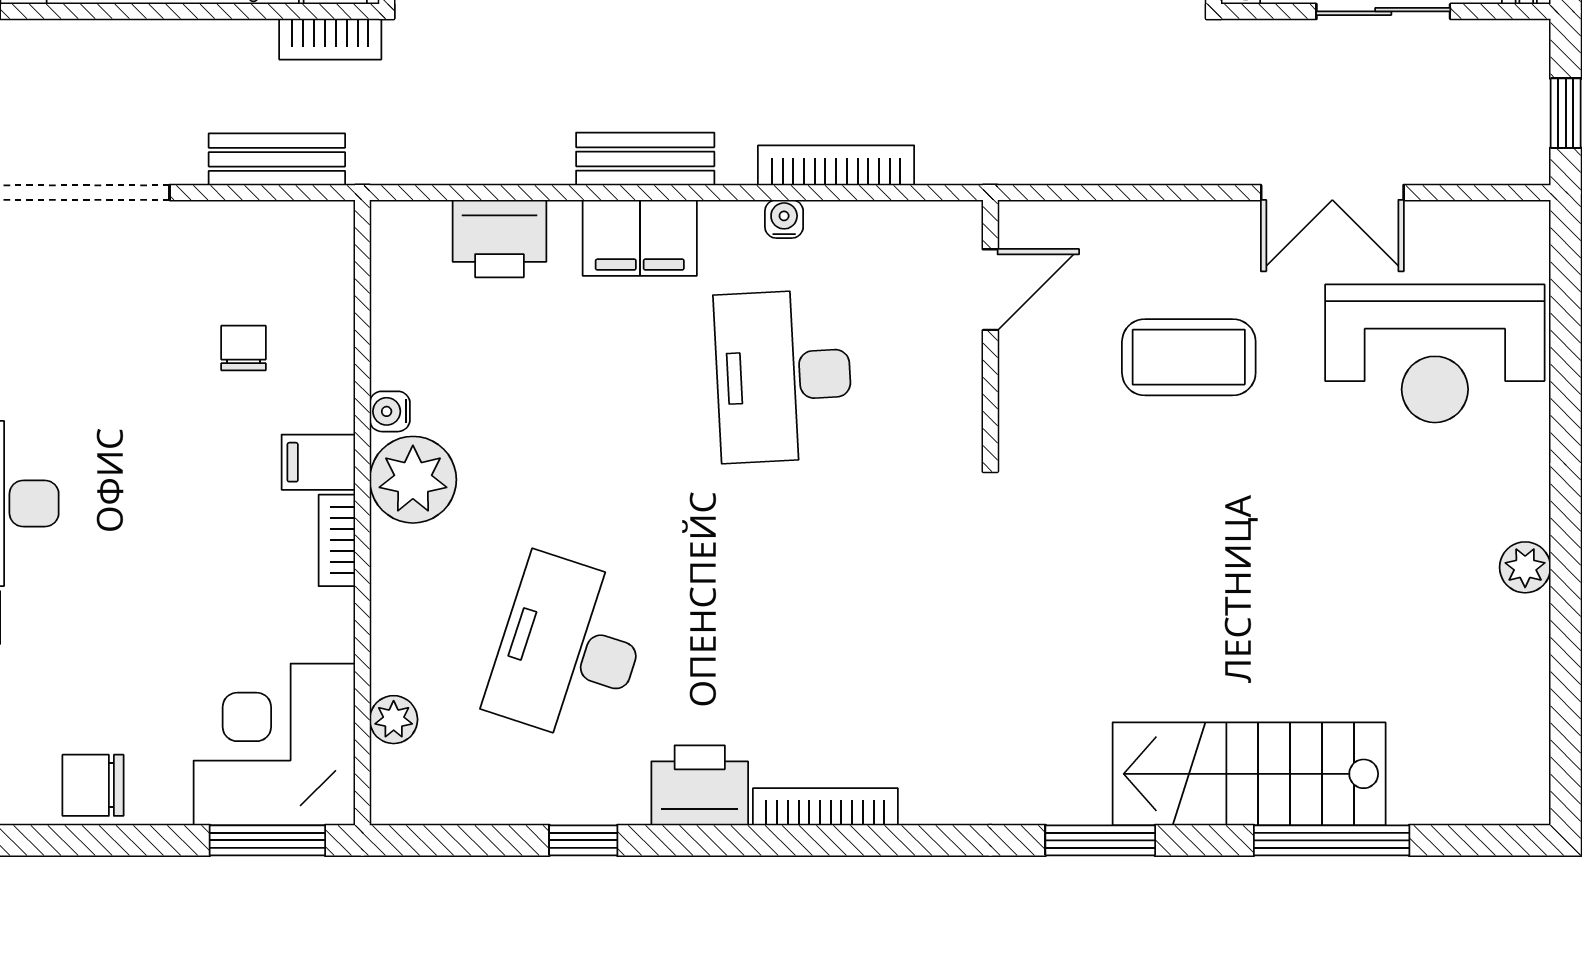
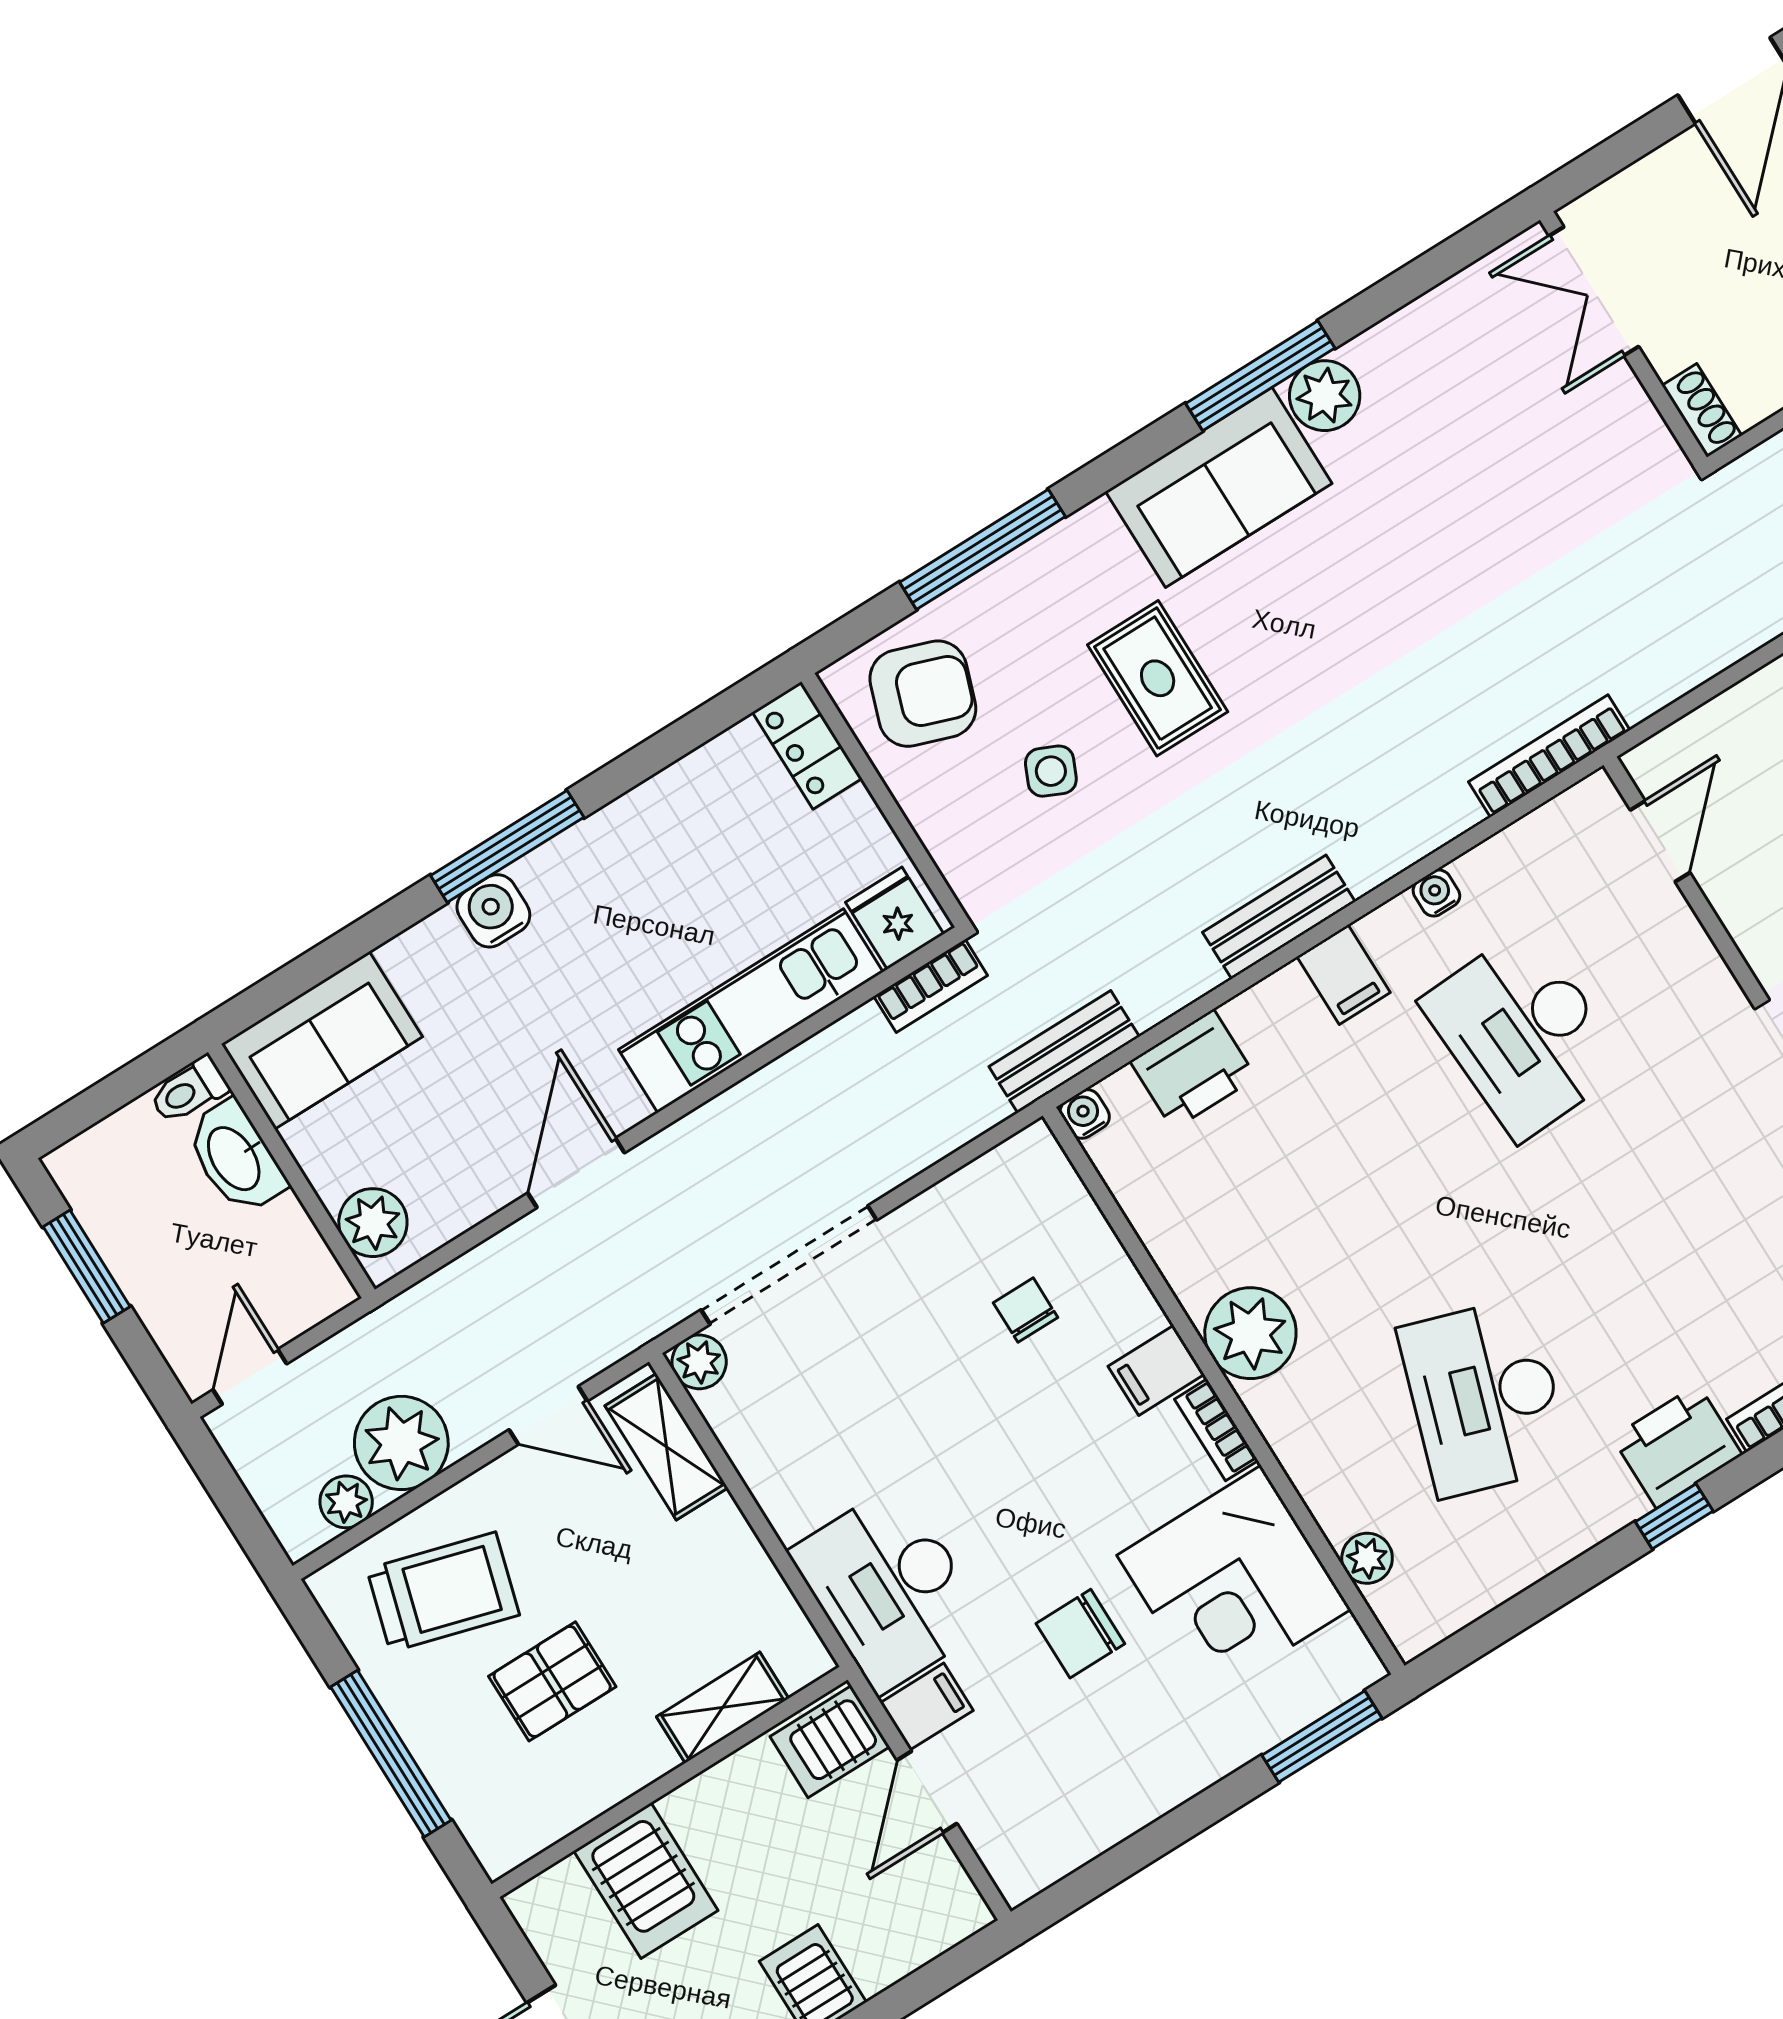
bench: (277, 159) -> (1064, 1052), moved
bookcase: (836, 165) -> (1549, 756), moved
filing cabinet: (640, 238) -> (1344, 975), width x0.50
water cooler: (390, 411) -> (1085, 1114), moved, turned 90
corner desk: (274, 744) -> (1234, 1582), moved, turned -90
chair: (93, 785) -> (1080, 1634), moved
window: (583, 840) -> (1674, 1516), moved

